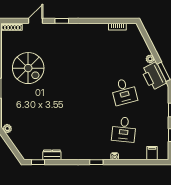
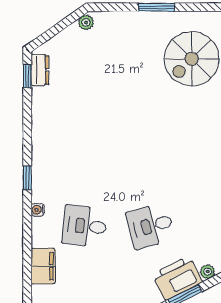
filing cabinet: (152, 153) -> (43, 266), width x2.00
dresser: (52, 155) -> (40, 70), moved

